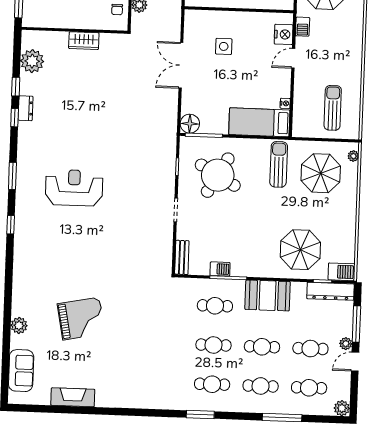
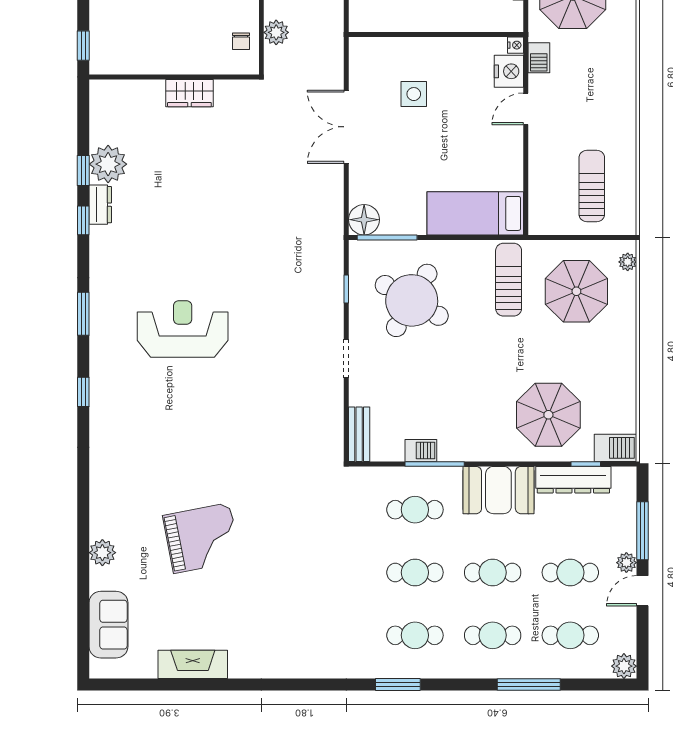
plant: (32, 61) -> (108, 164), moved
nightstand: (285, 103) -> (516, 45), moved
dresser: (330, 291) -> (573, 480), moved

